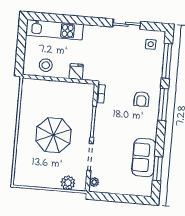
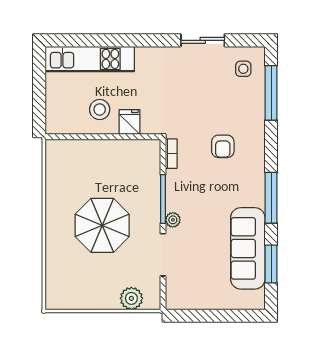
stool: (46, 65) -> (100, 109), moved
armchair: (141, 99) -> (223, 146), moved
window: (163, 105) -> (271, 198), moved
sofa: (144, 158) -> (248, 248), width x1.36
plant: (94, 182) -> (173, 220), moved

